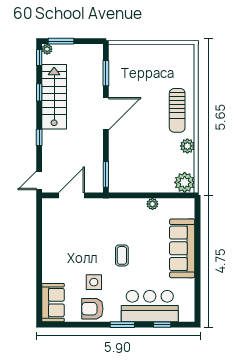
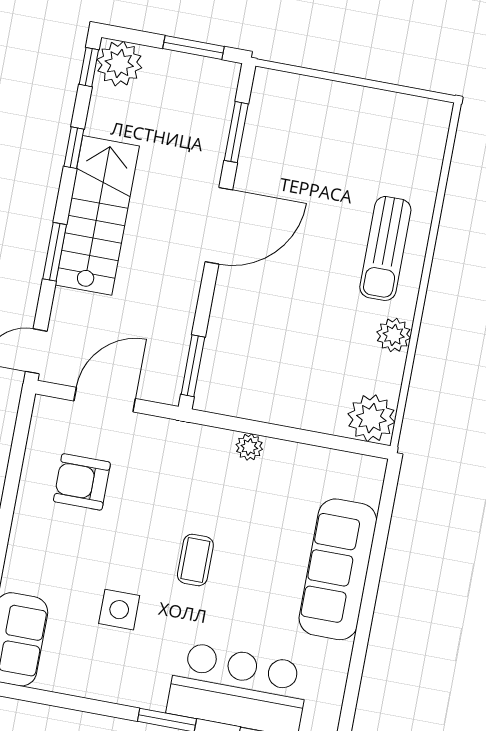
window: (61, 41) -> (193, 47), moved
plant: (47, 49) -> (119, 64), width x1.87, depth x1.87
stairs: (54, 97) -> (97, 215), moved
window: (39, 137) -> (55, 252), width x1.50
plant: (152, 204) -> (249, 447), moved
armchair: (92, 309) -> (82, 482), moved

